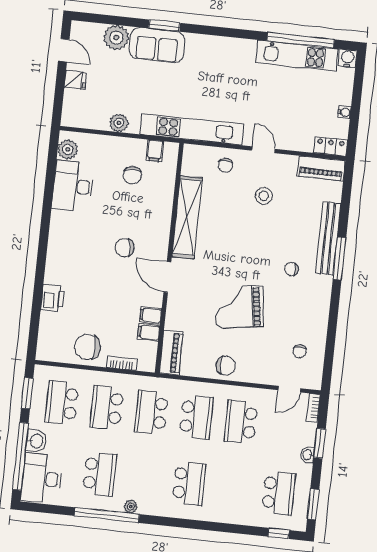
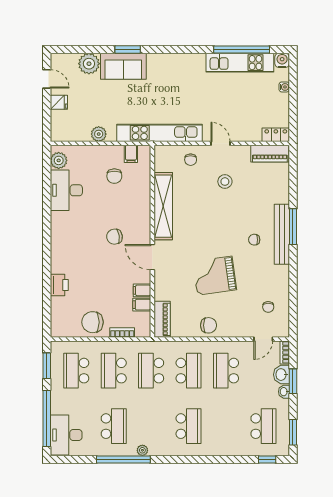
water cooler: (344, 112) -> (284, 87), moved
bench: (328, 238) -> (282, 234), moved
washbasin: (36, 441) -> (281, 375), moved, turned 180

